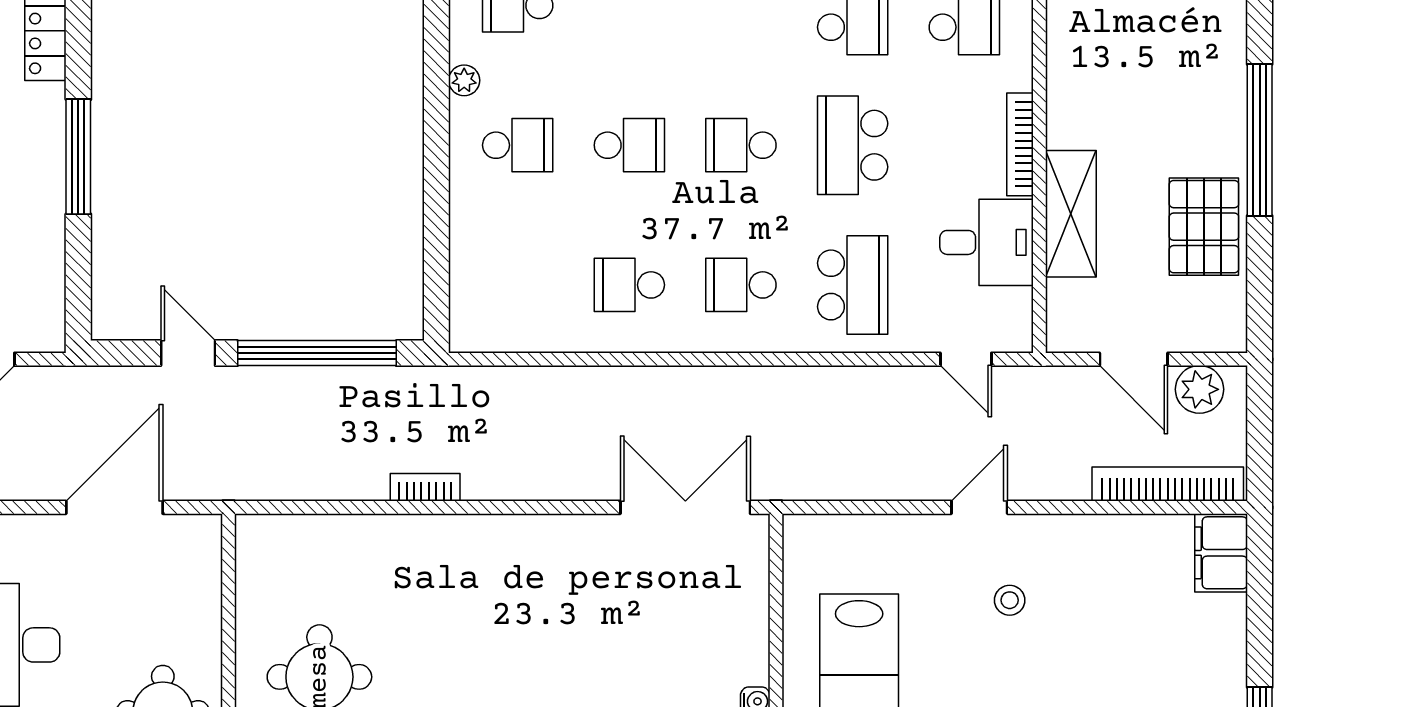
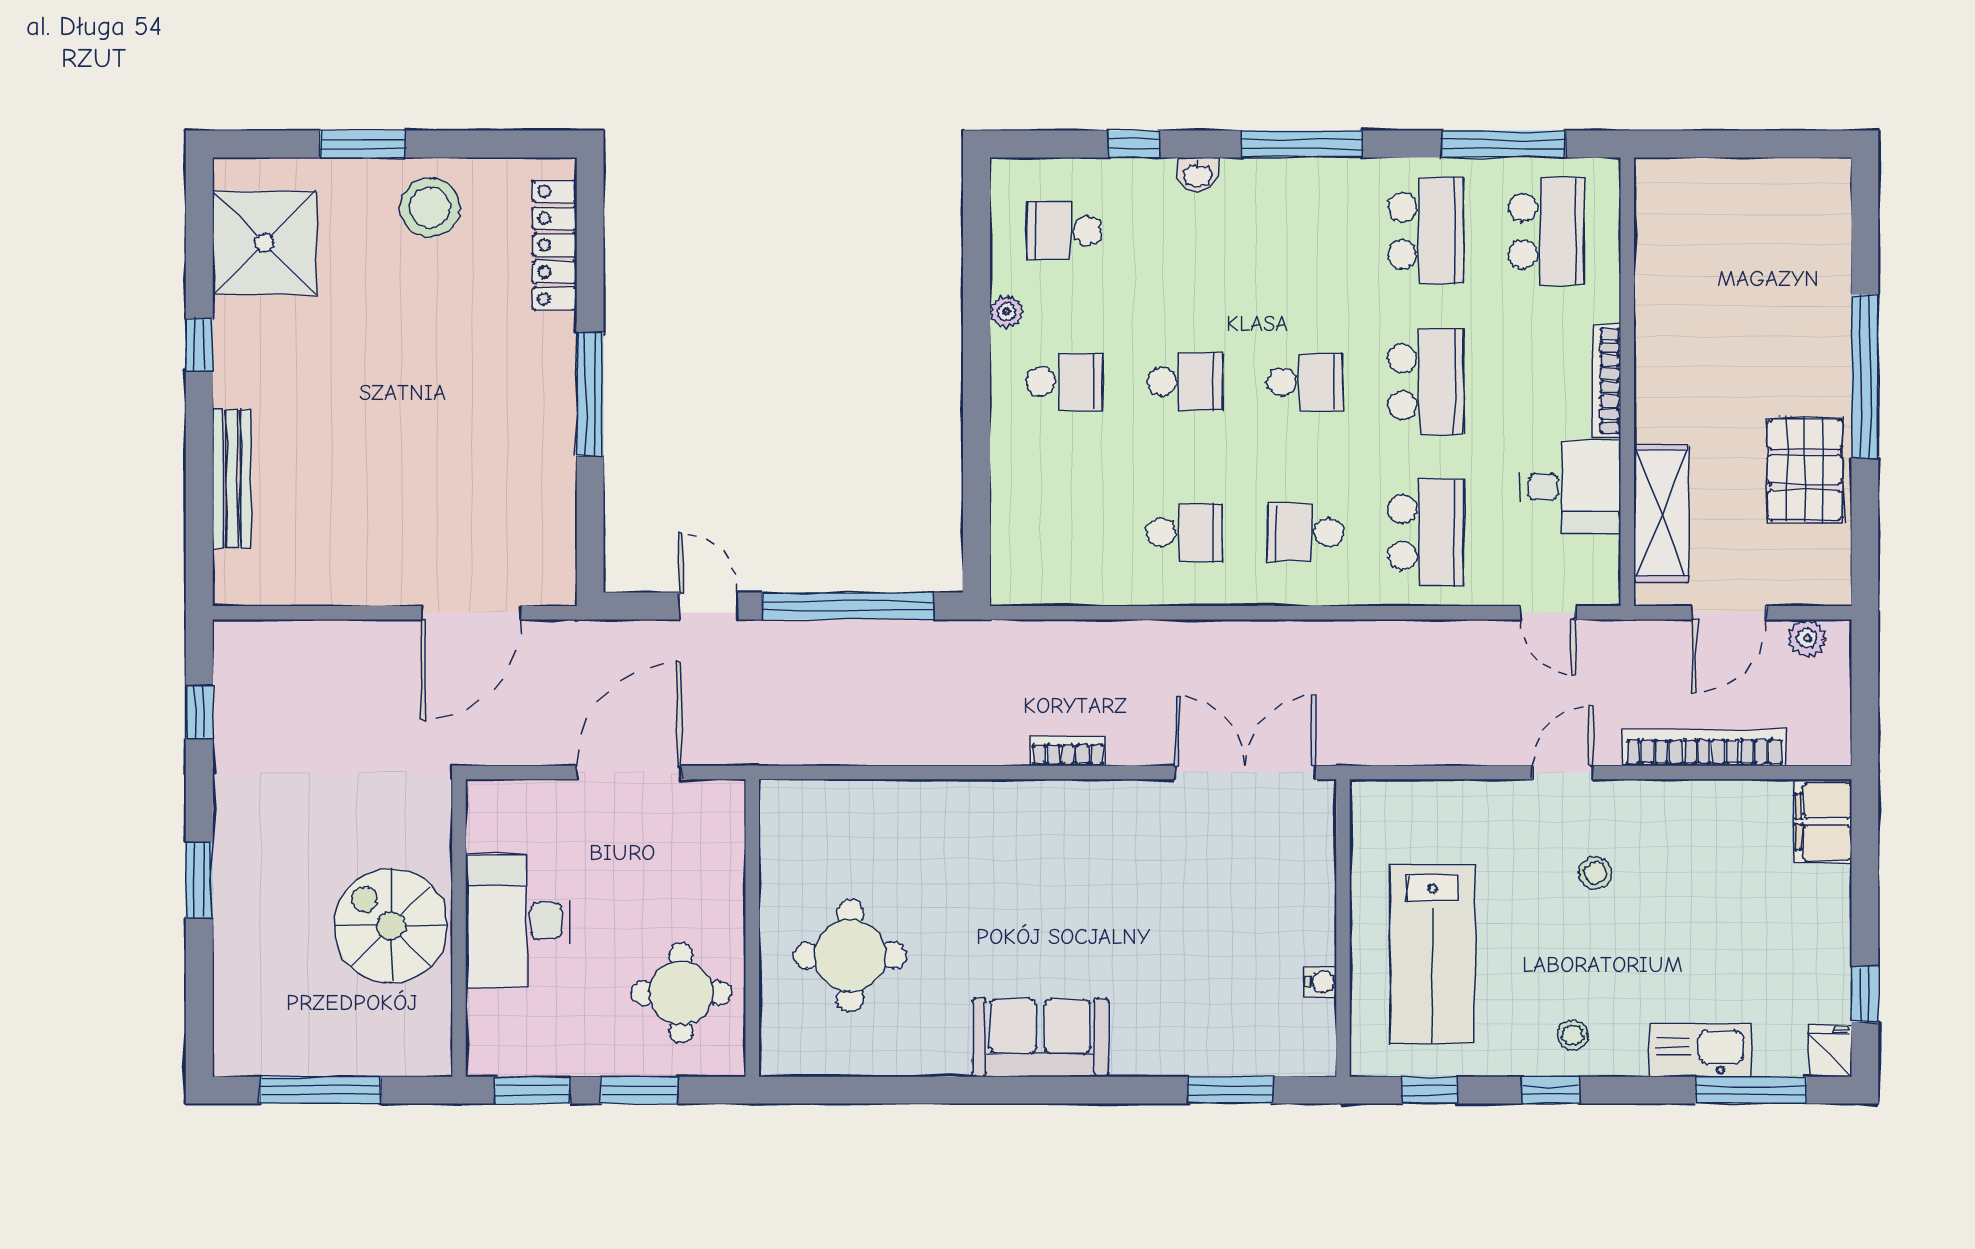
school desk: (741, 145) -> (1305, 382), turned 180
school desk: (853, 145) -> (1426, 382), turned 180
shelving: (1071, 214) -> (1661, 513), moved
school desk: (629, 285) -> (1185, 532), turned 180
door: (1134, 359) -> (1729, 613), hinge flipped
plant: (1199, 389) -> (1807, 638), width x0.73, depth x0.73
bookcase: (1168, 484) -> (1704, 747), moved
bookcase: (425, 487) -> (1068, 751), moved

